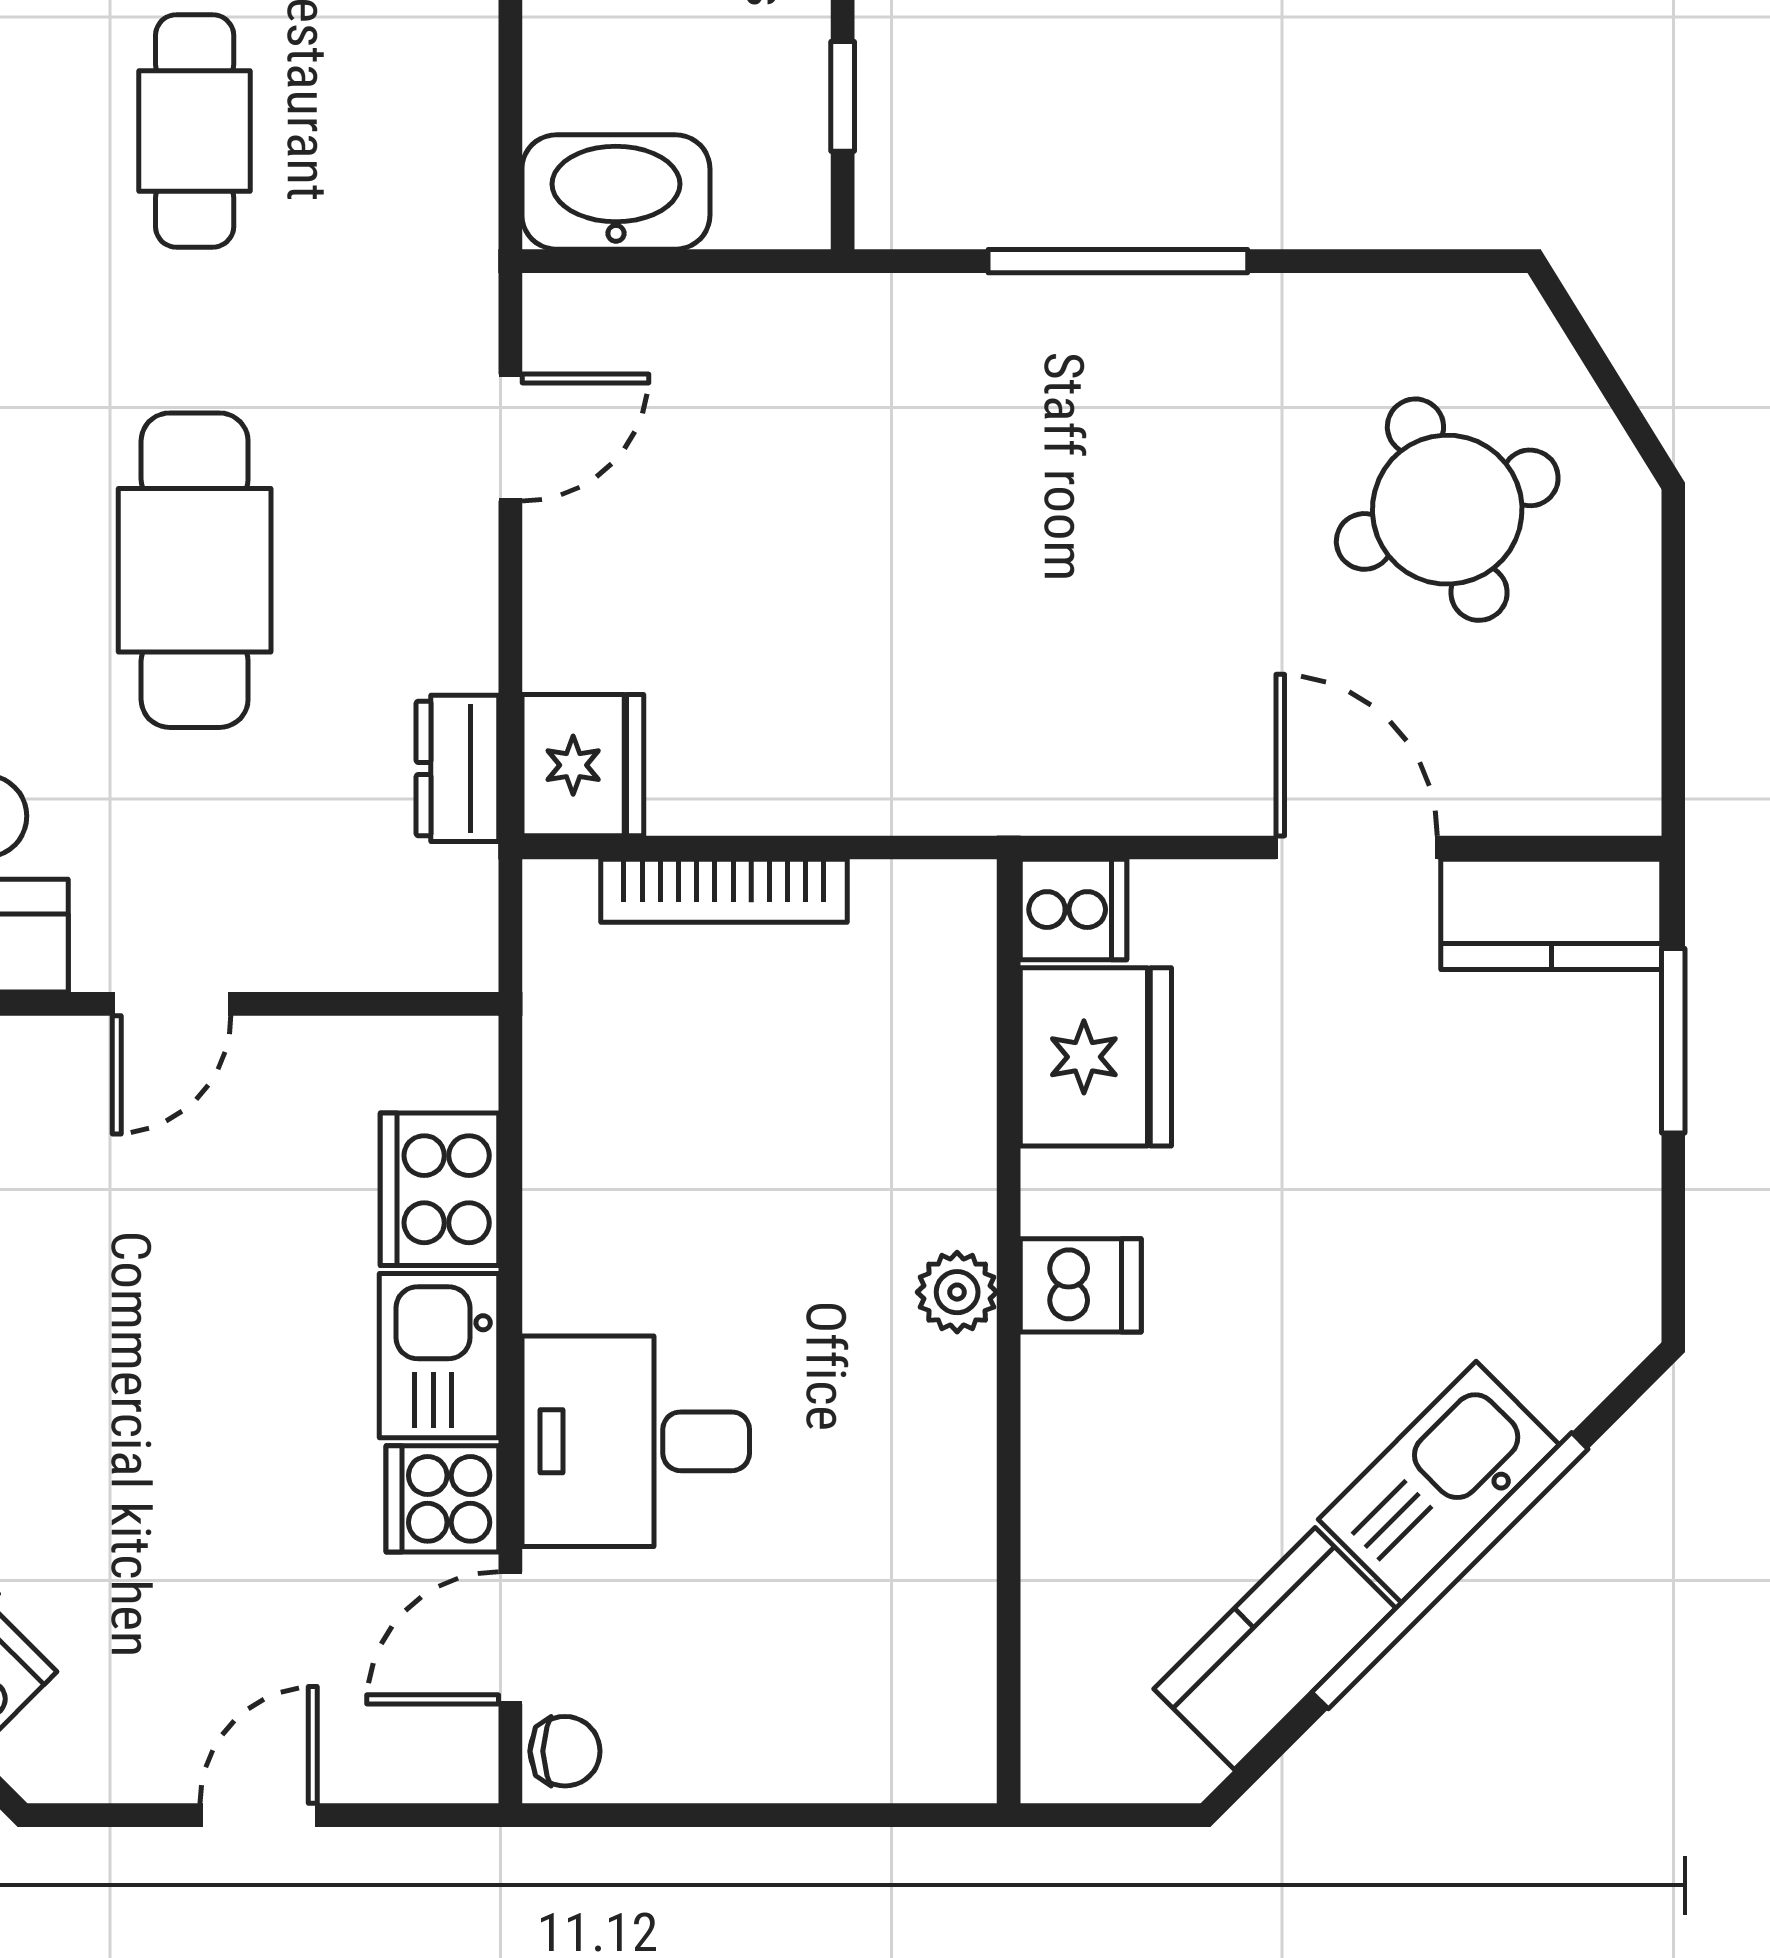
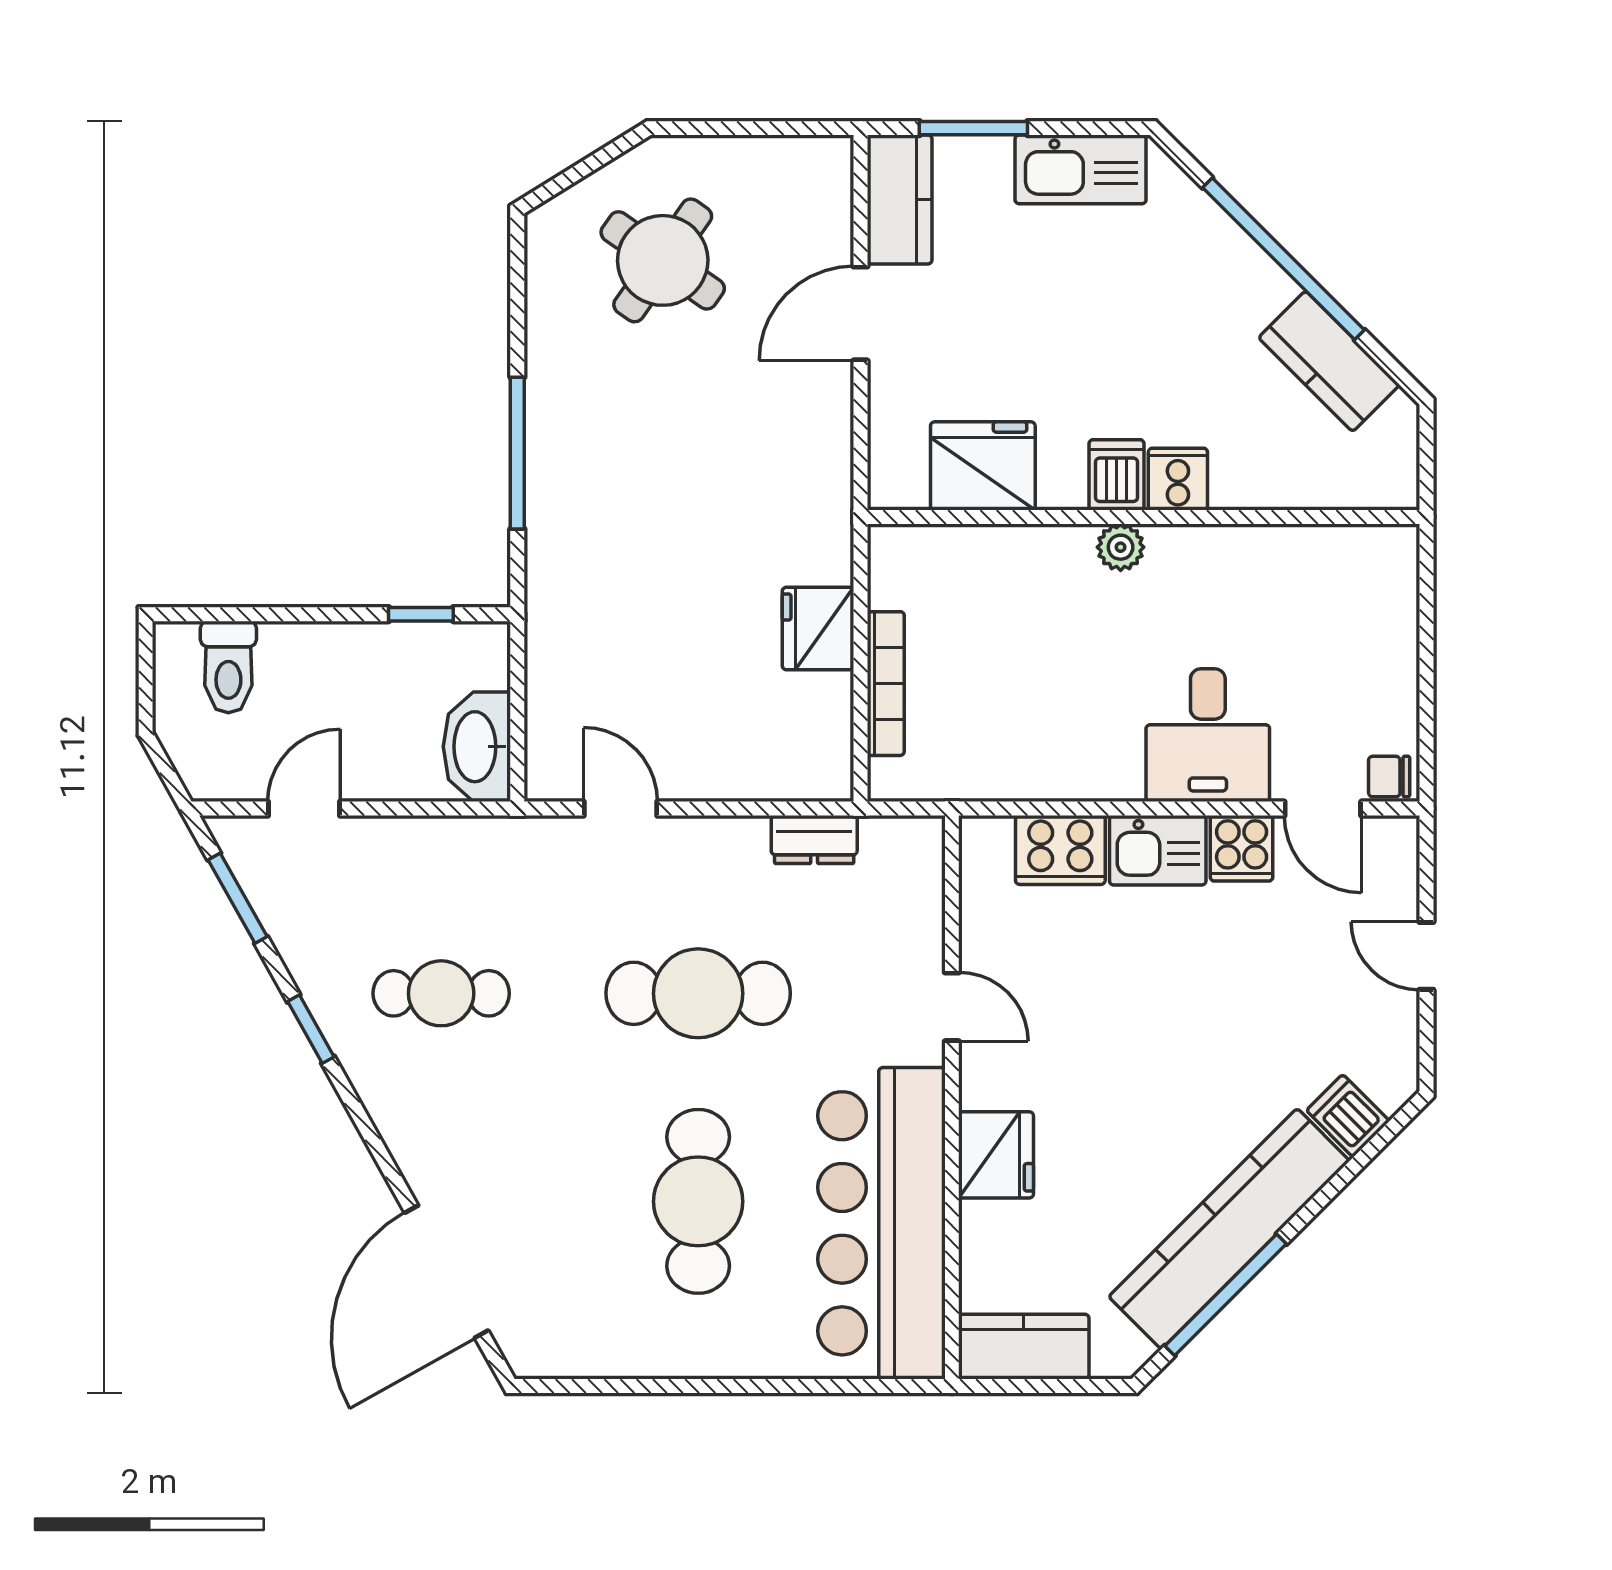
round table: (1447, 510) -> (663, 260), turned -34
fridge: (583, 765) -> (818, 628), moved, turned -90
cooker: (1073, 910) -> (1178, 479), moved
kitchen sink: (1439, 1482) -> (1081, 169), moved, turned -45
chair: (565, 1751) -> (1389, 777), turned -90

